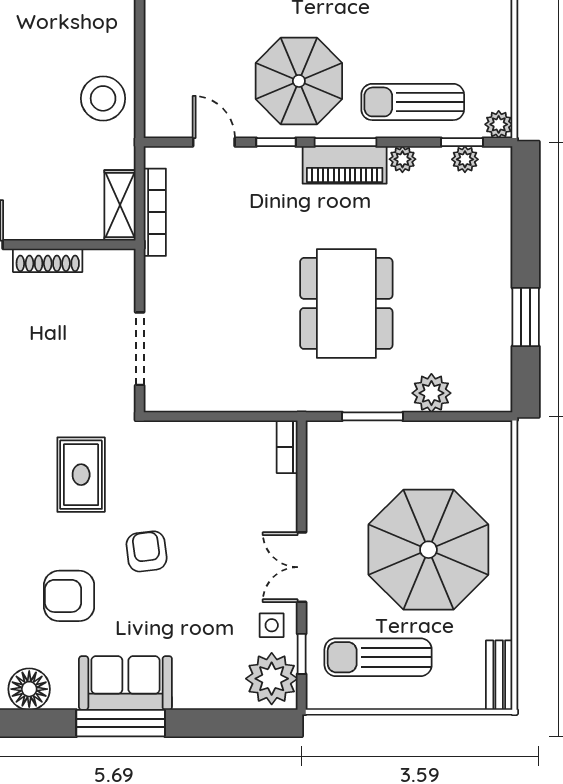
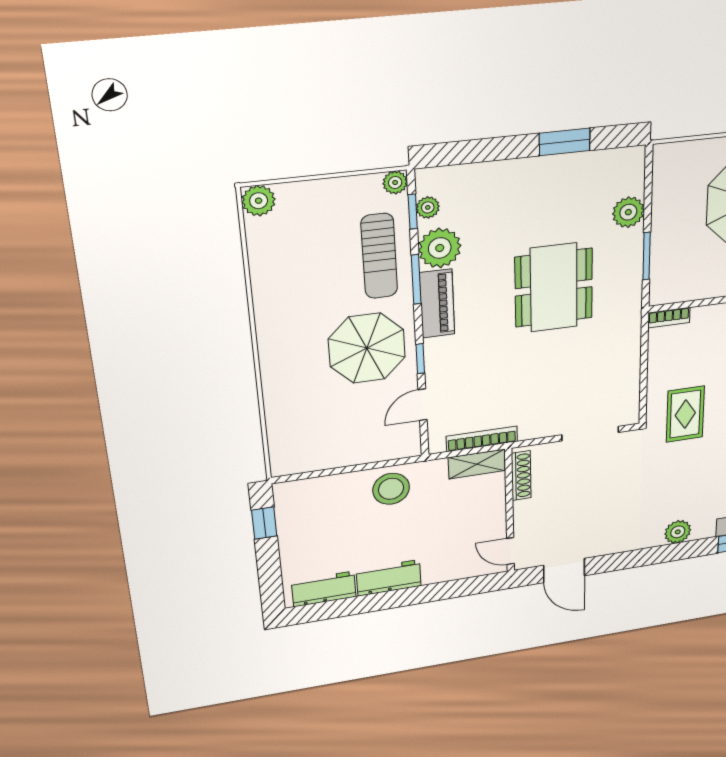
window: (345, 142) -> (416, 279), moved
plant: (402, 159) -> (440, 248), width x1.87, depth x1.87
shoe rack: (48, 260) -> (521, 476), moved
dining table: (346, 303) -> (554, 288), turned 90
rug: (81, 475) -> (685, 414), moved, turned 90

